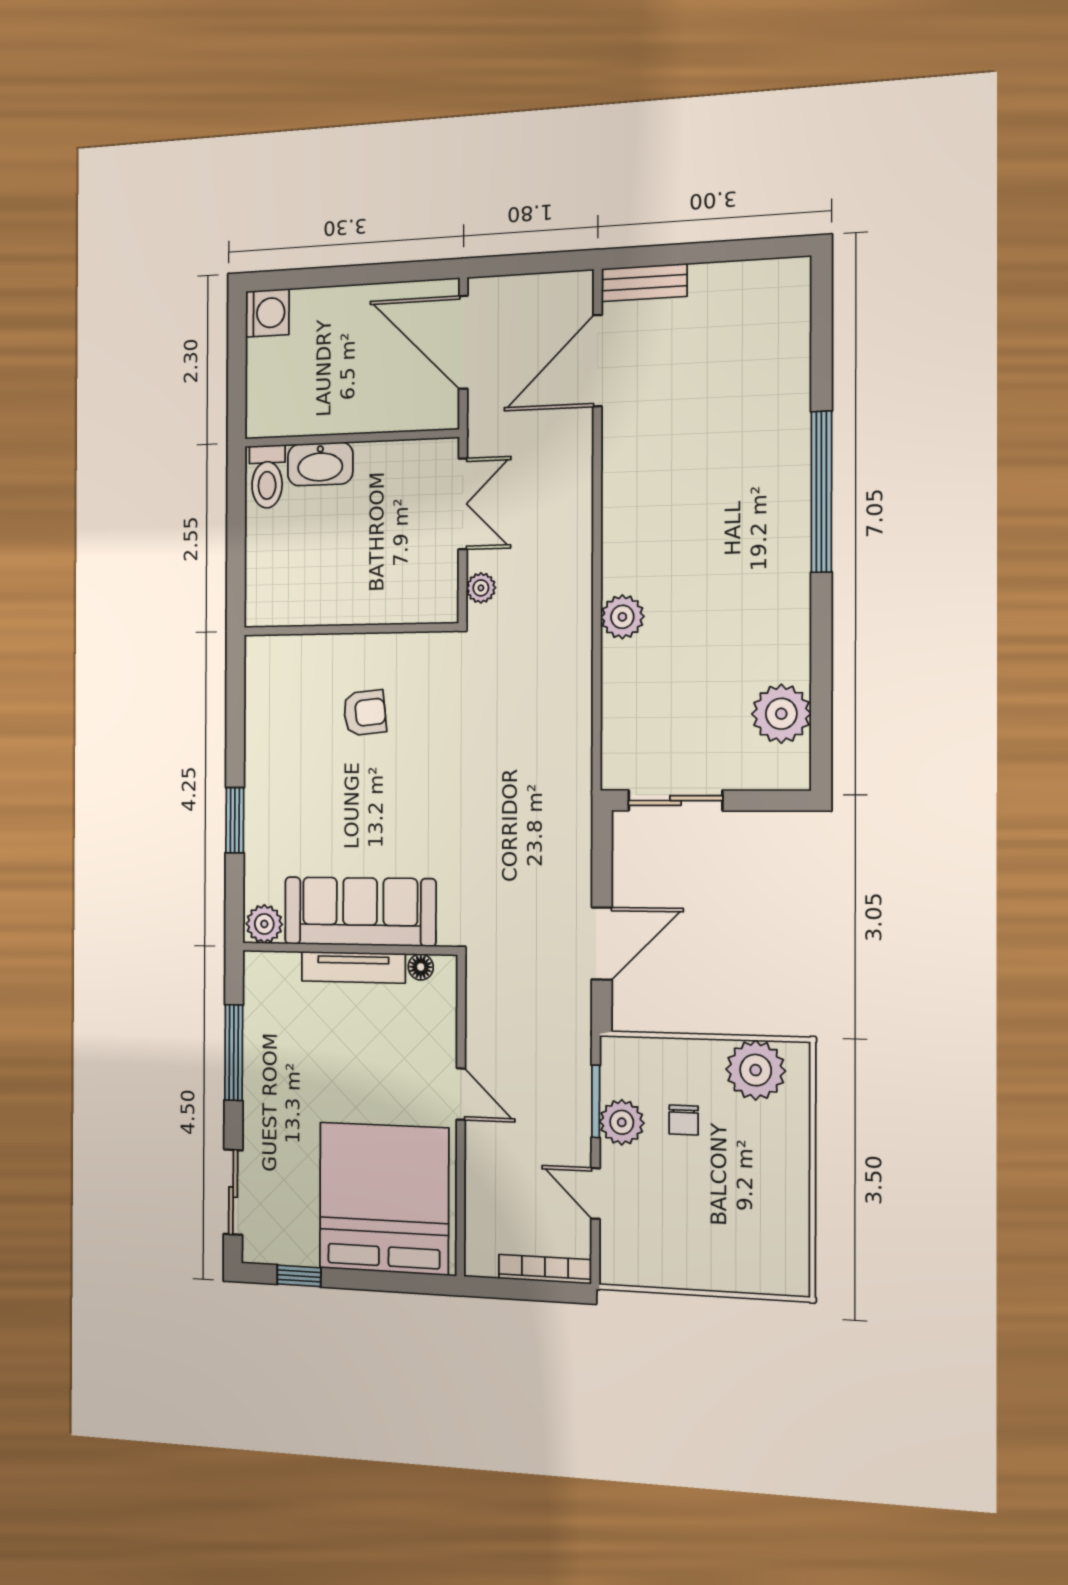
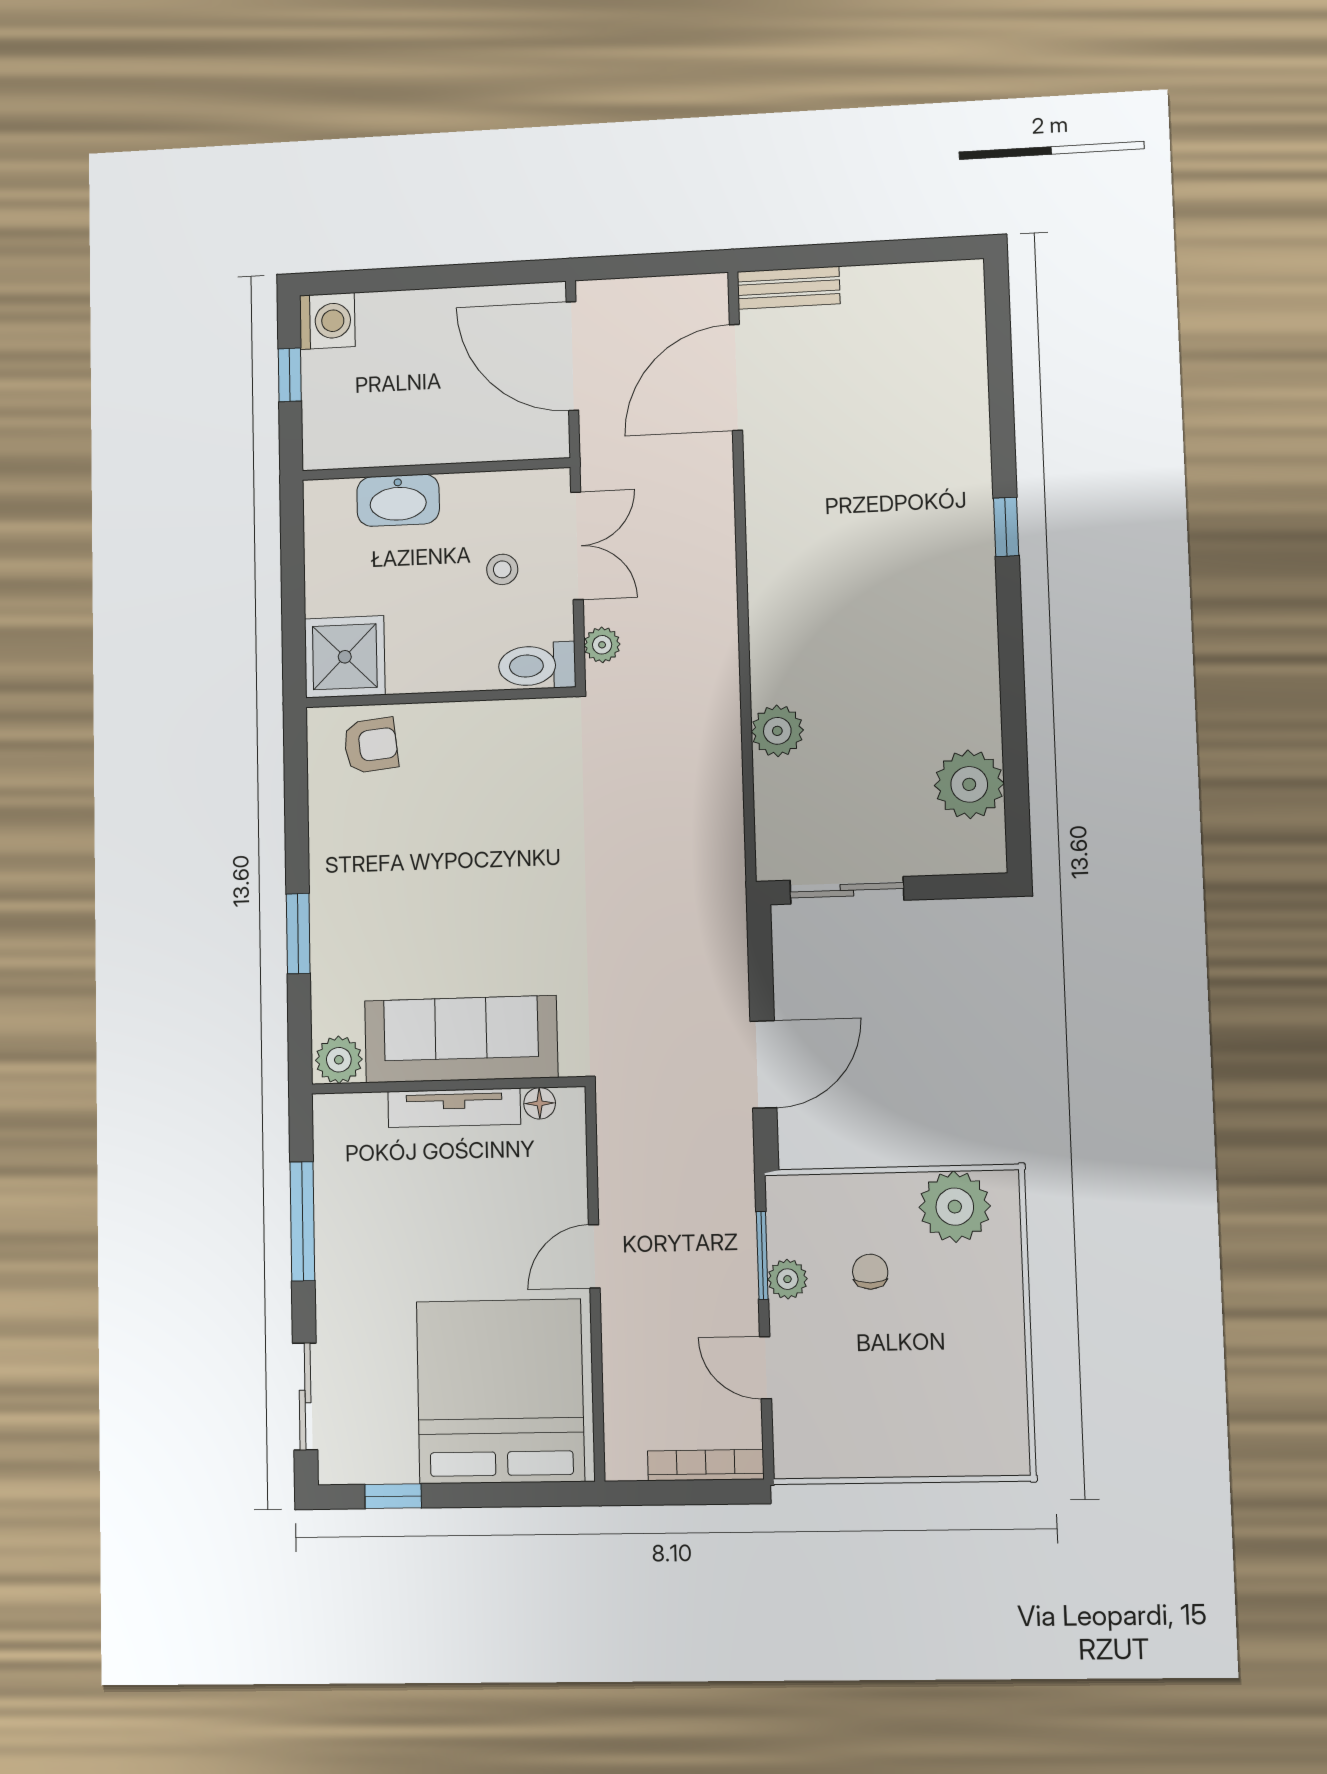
window: (237, 358) -> (290, 375), added
toilet: (267, 477) -> (537, 666), moved, turned 90
window: (821, 492) -> (1006, 527), width x0.32
stool: (402, 523) -> (502, 569), added
shower: (275, 594) -> (345, 657), added
plant: (622, 617) -> (777, 731), moved
armchair: (365, 713) -> (371, 745), moved
door: (461, 1094) -> (594, 1256), swing flipped
chair: (684, 1120) -> (870, 1272), turned 180
plant: (622, 1122) -> (787, 1279), width x0.73, depth x0.73

